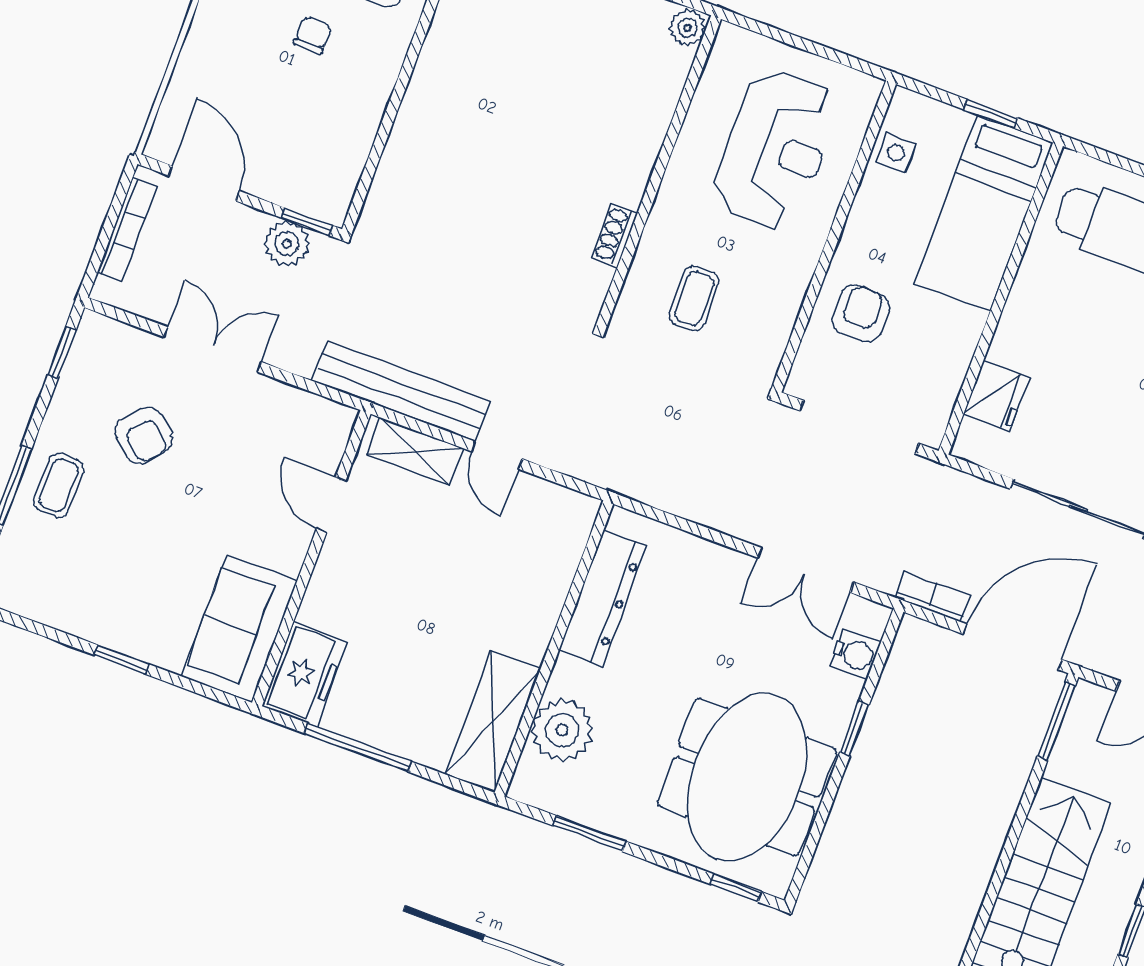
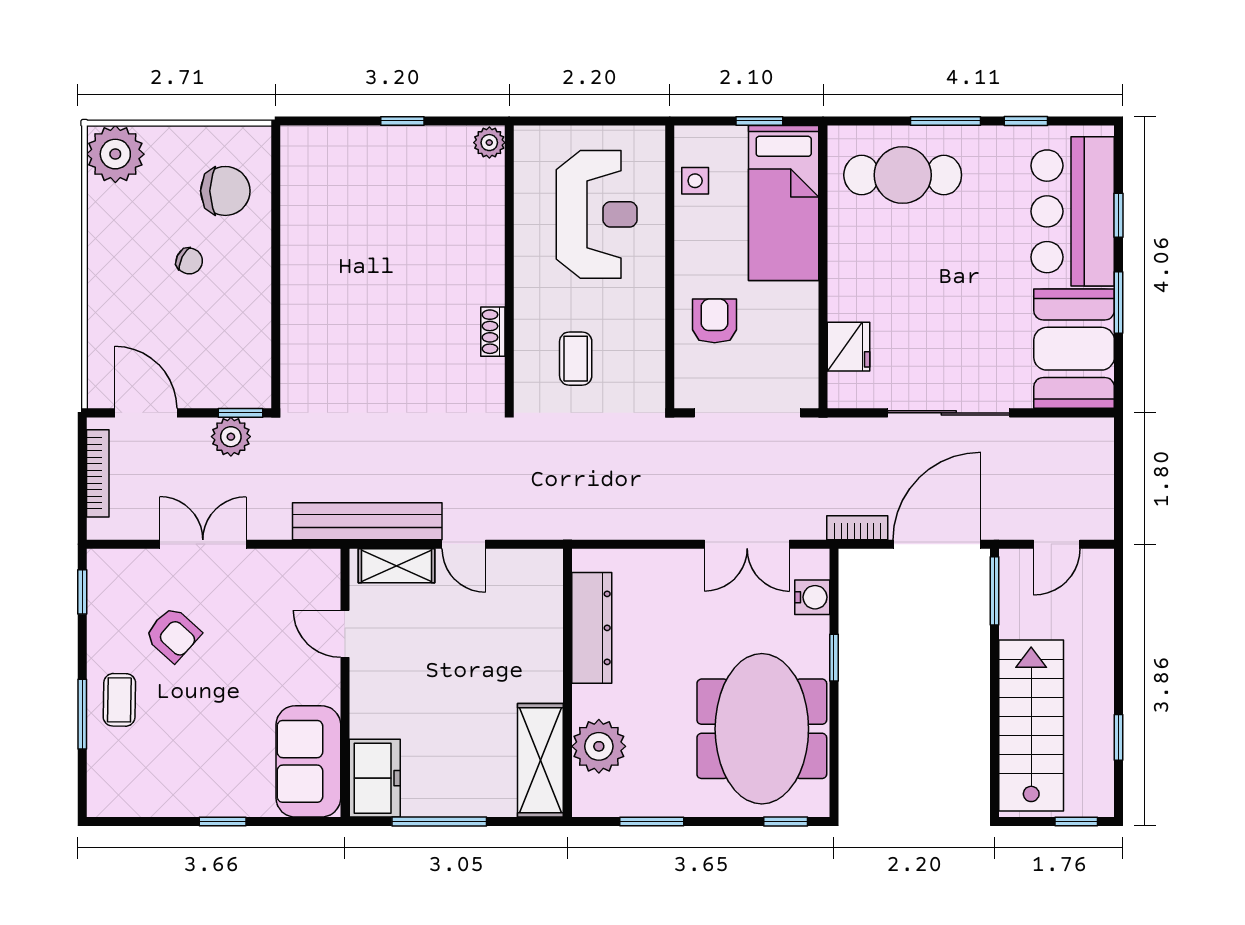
chair: (313, 35) -> (189, 261), turned 116

